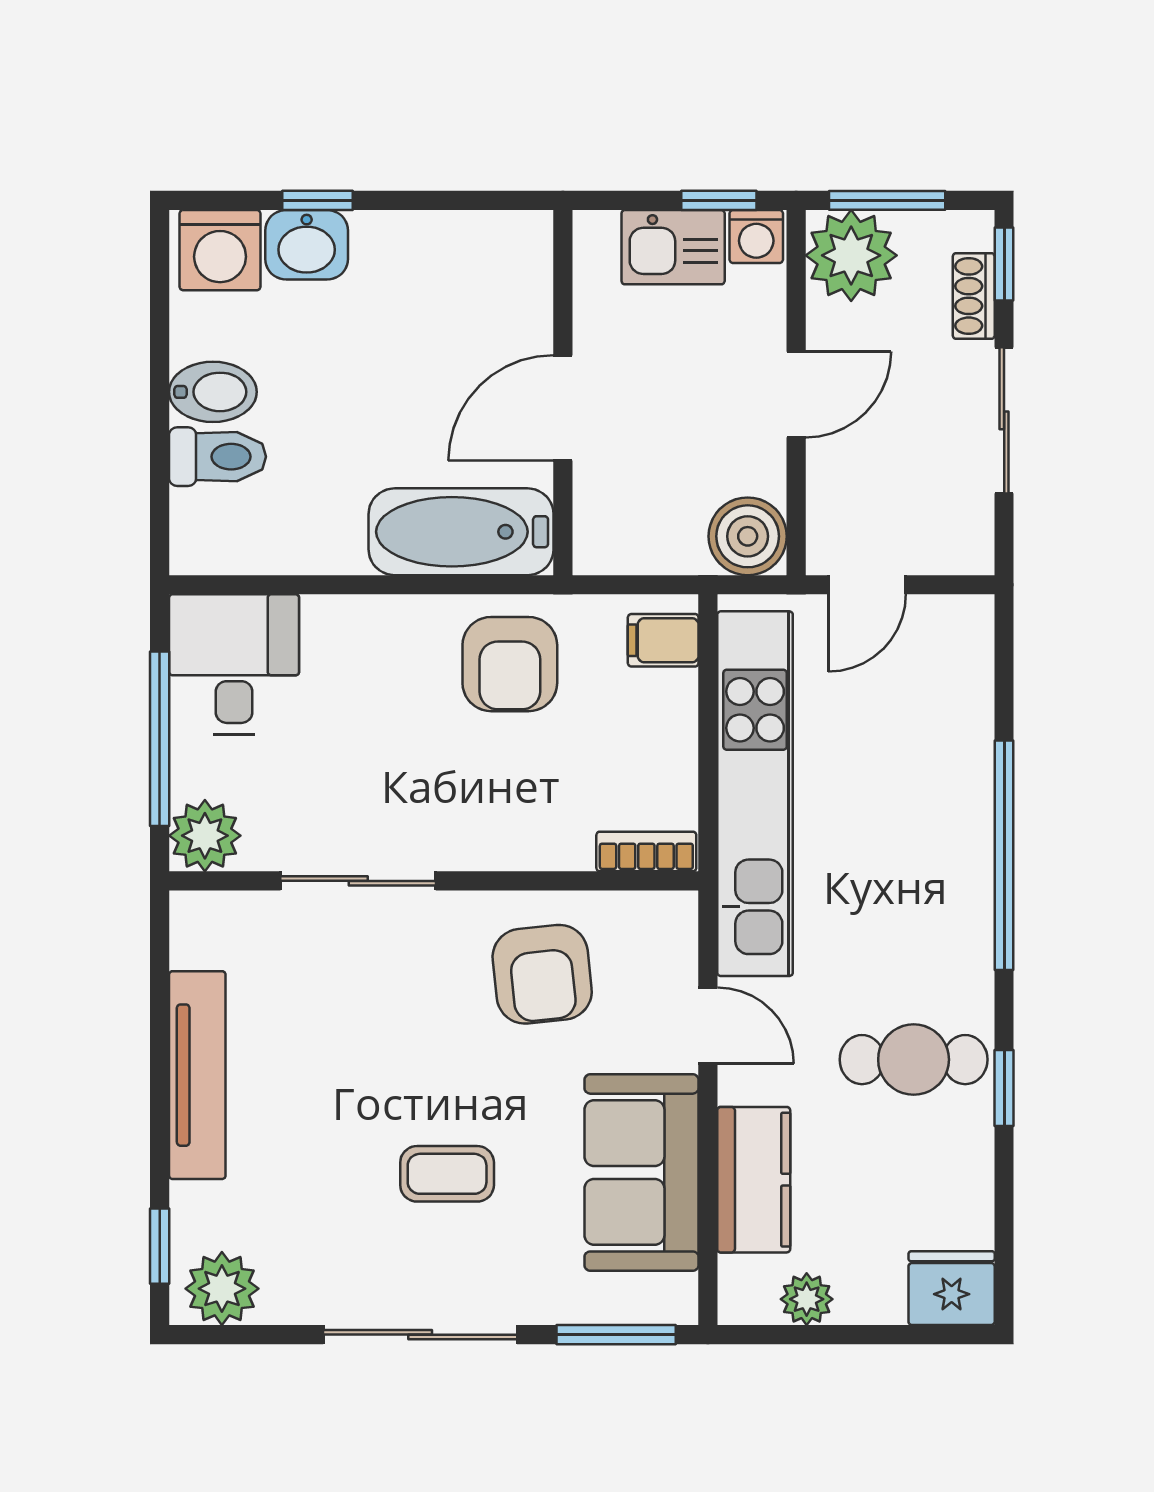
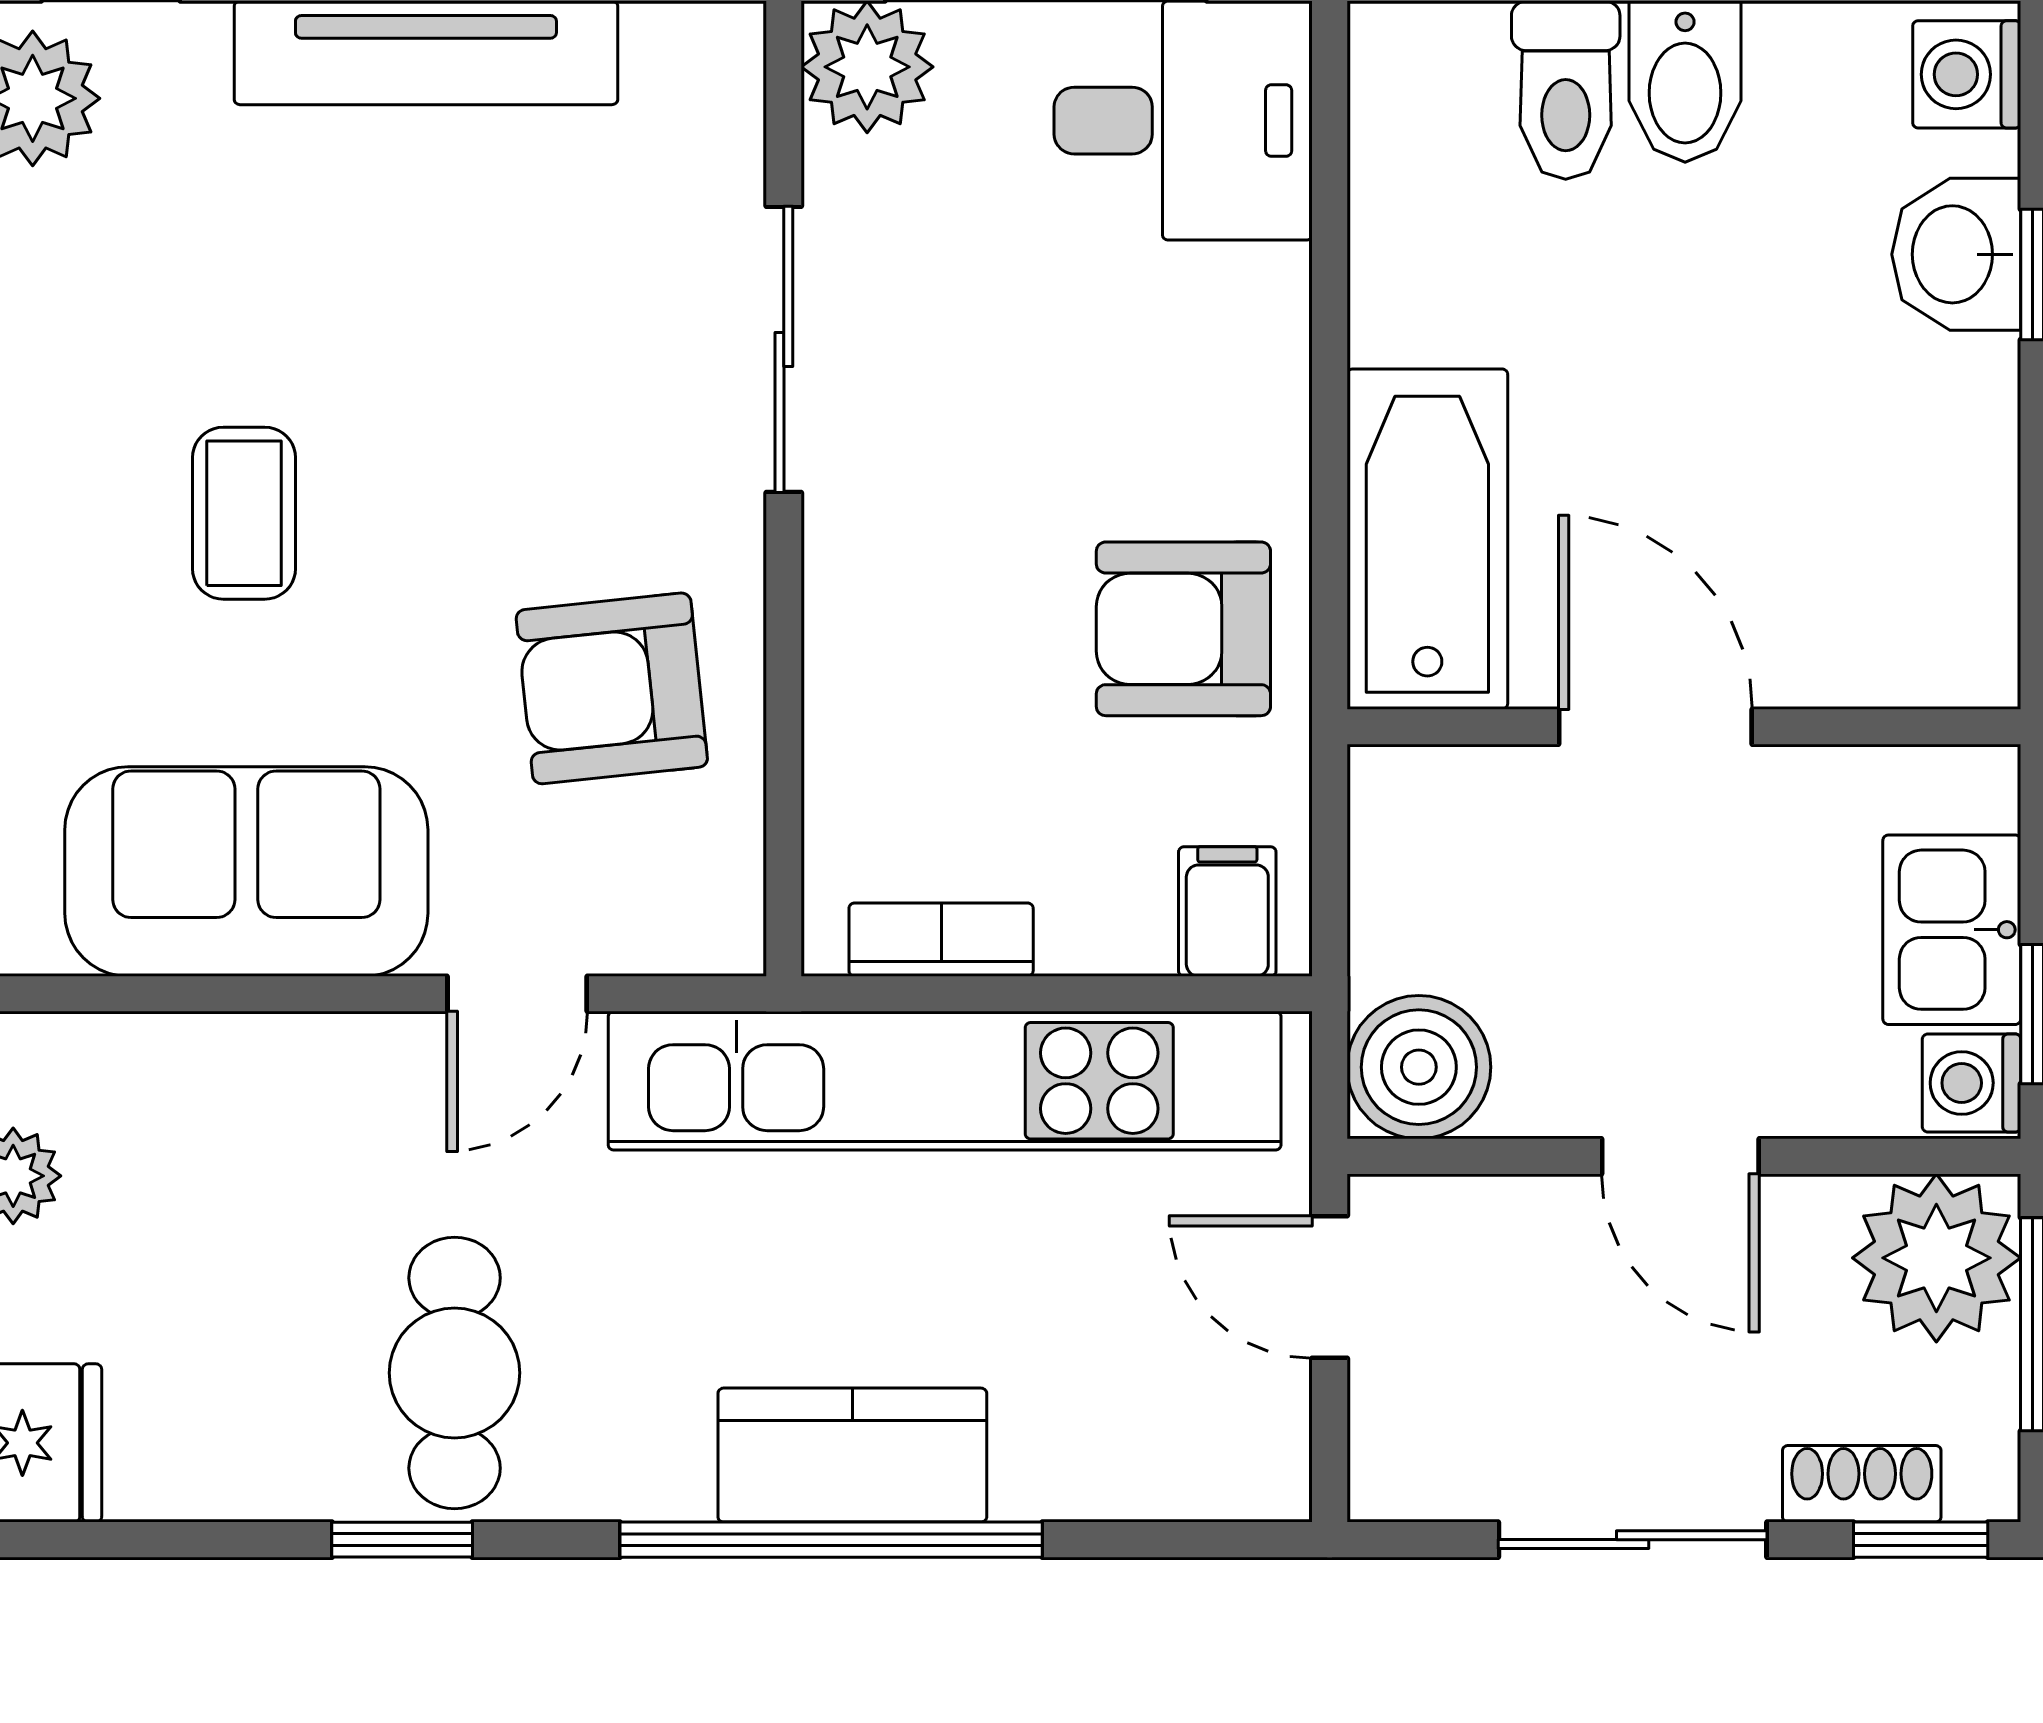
washing machine: (220, 250) -> (1967, 74), width x0.73, depth x0.73
bookcase: (646, 851) -> (941, 940), moved, turned -90
kitchen counter: (754, 1180) -> (852, 1455), moved, turned 180

